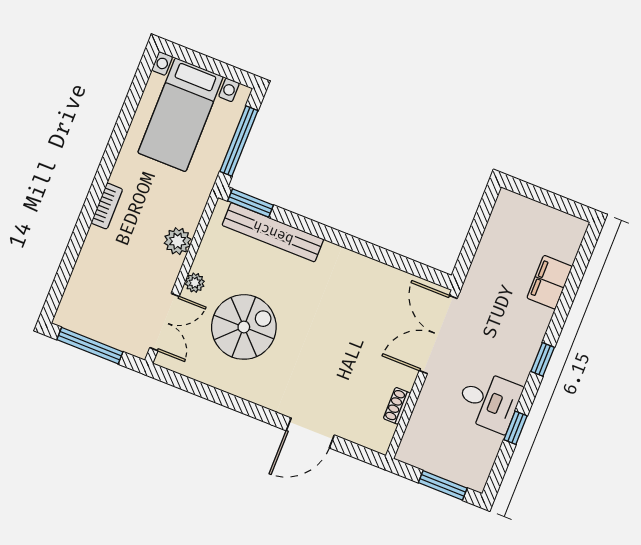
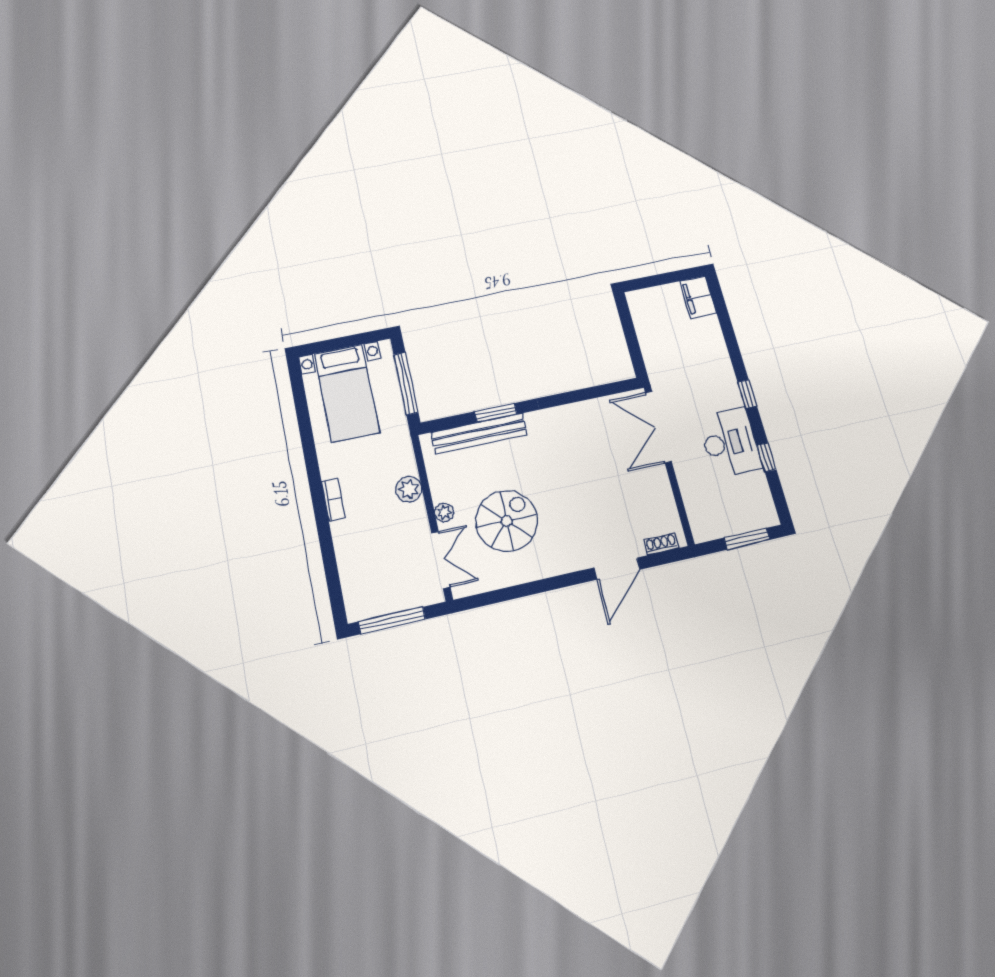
window: (251, 203) -> (496, 413), moved
filing cabinet: (550, 282) -> (698, 297), moved
desk: (489, 401) -> (730, 442), width x1.37
shoe rack: (397, 406) -> (661, 544), moved, turned 90

